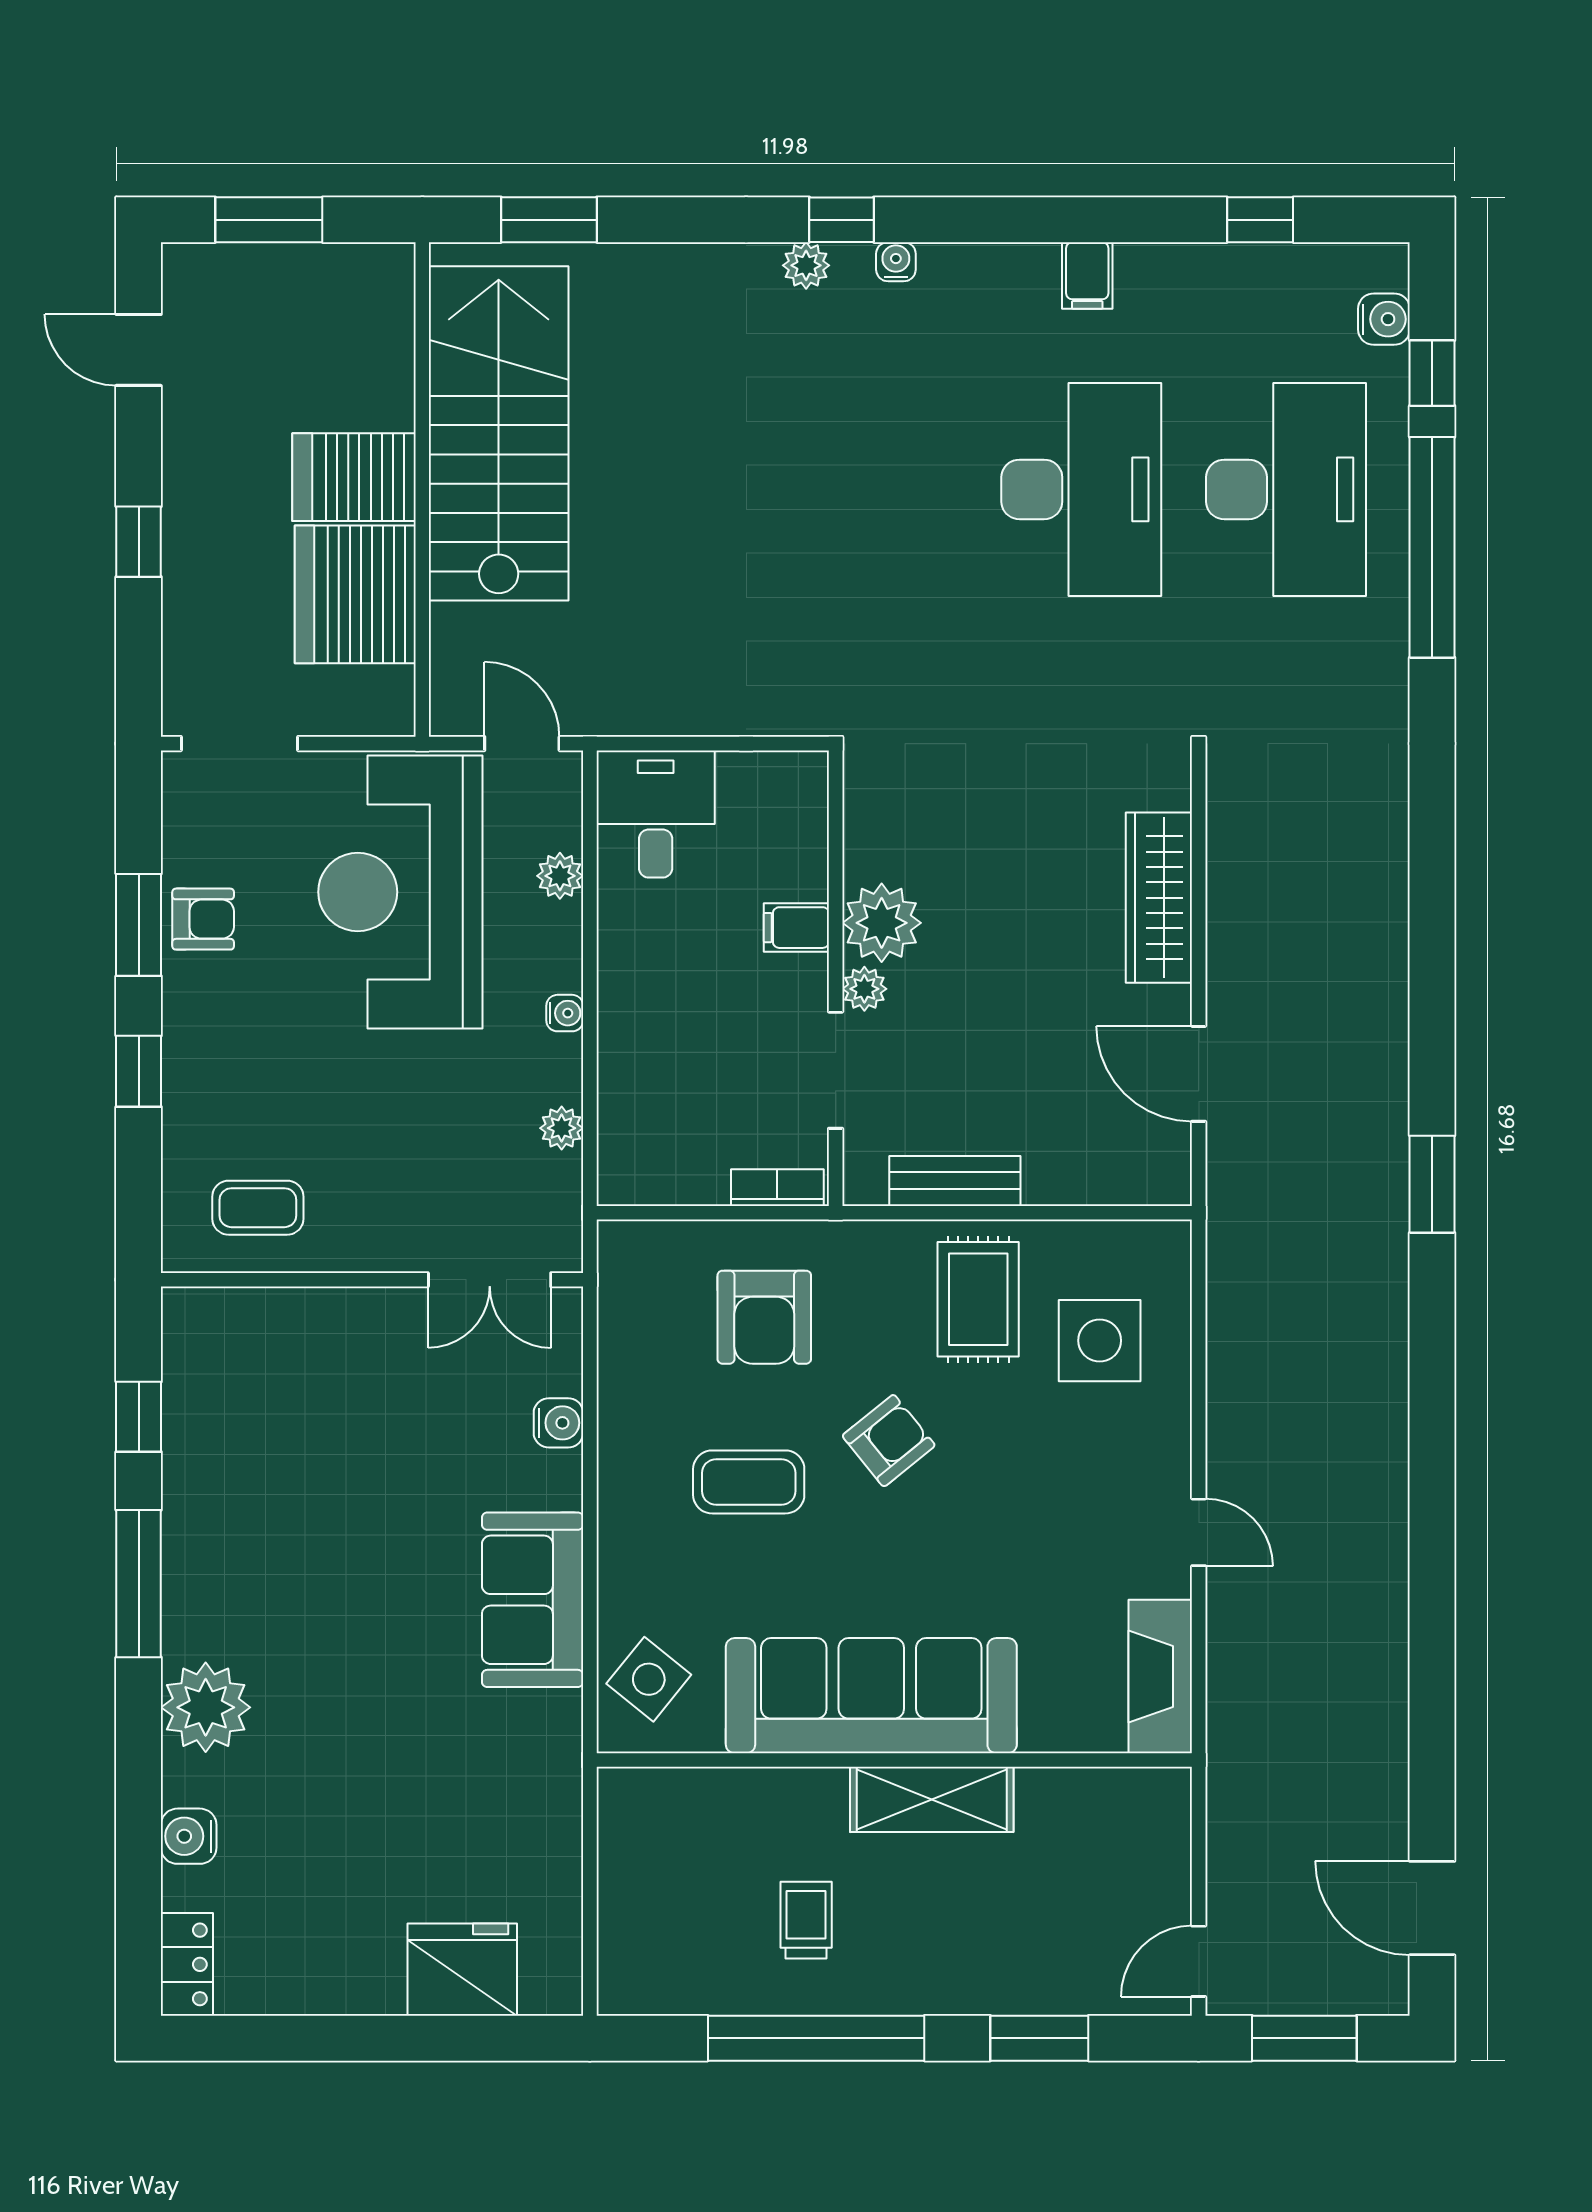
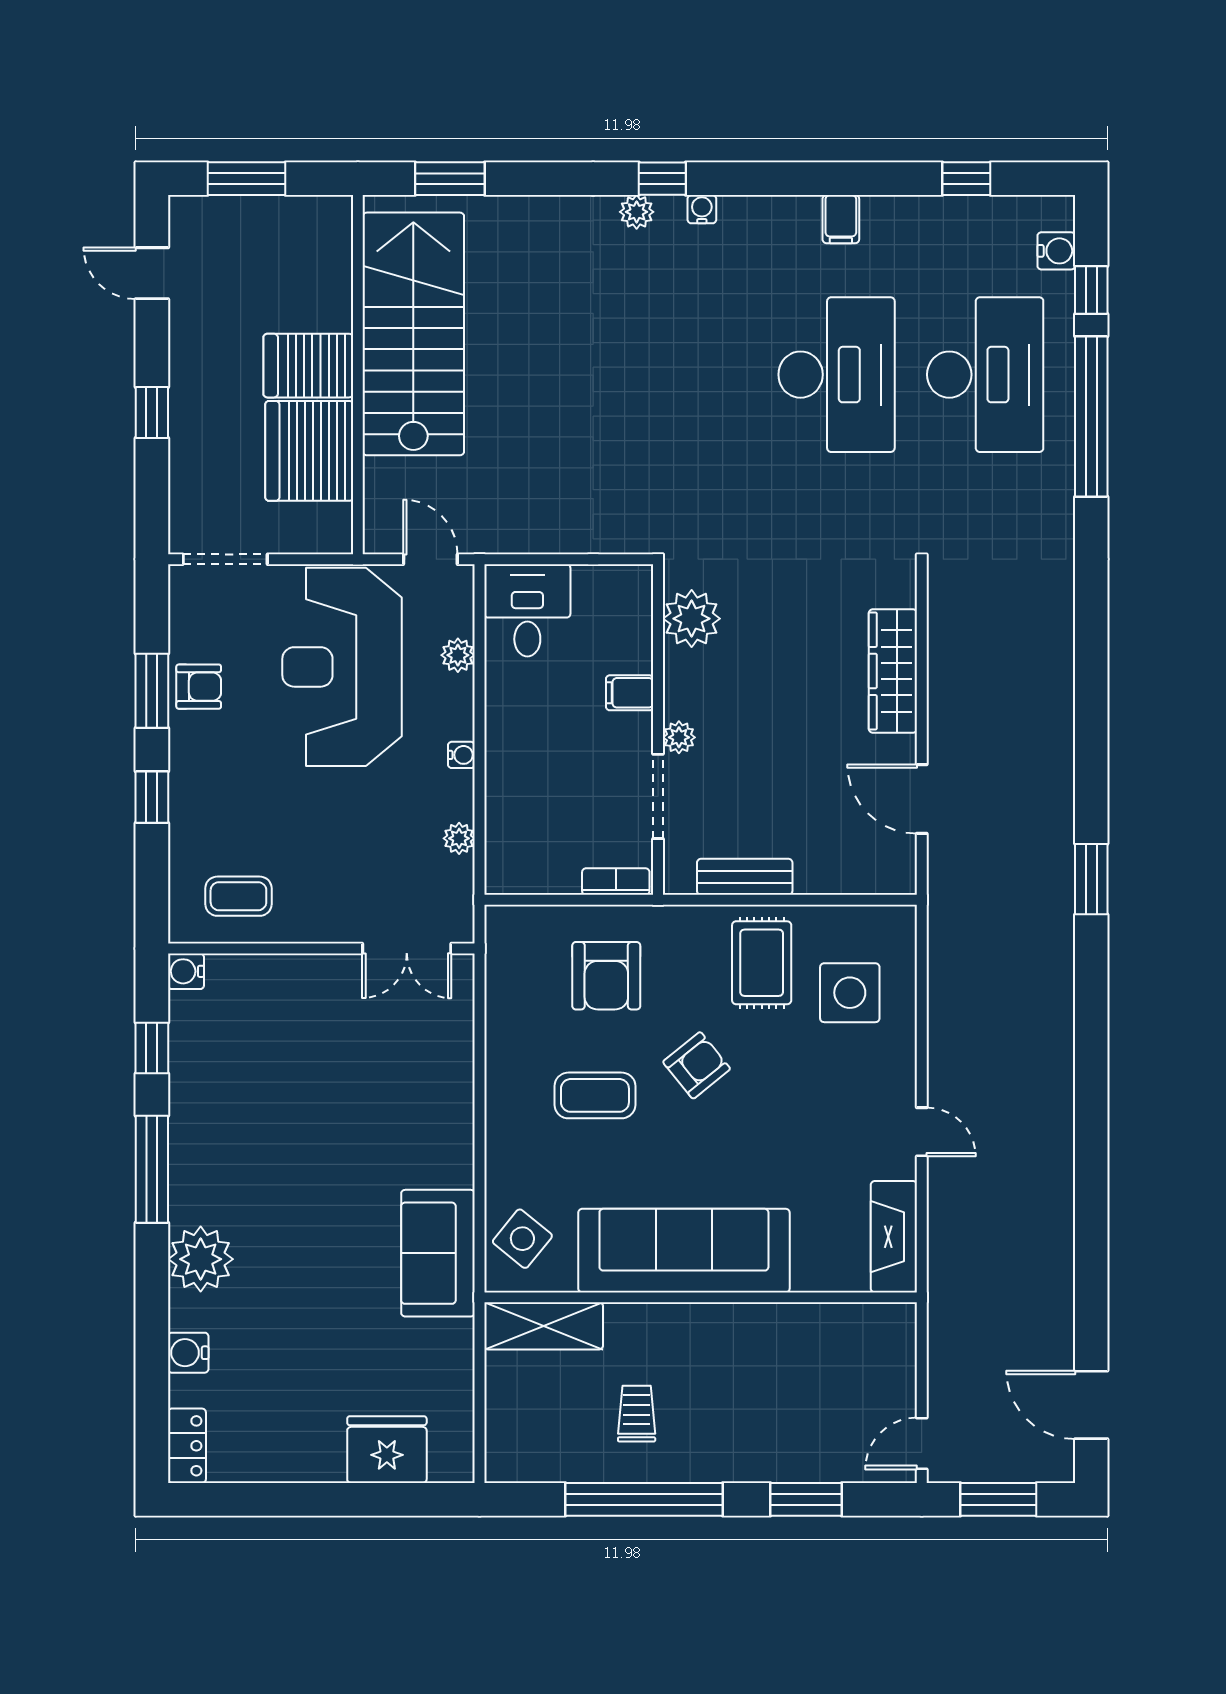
plant: (882, 923) -> (692, 619), moved
water cooler: (558, 1423) -> (186, 971), moved, turned 180
sofa: (533, 1600) -> (438, 1253), moved
shelving: (932, 1799) -> (544, 1326), moved

